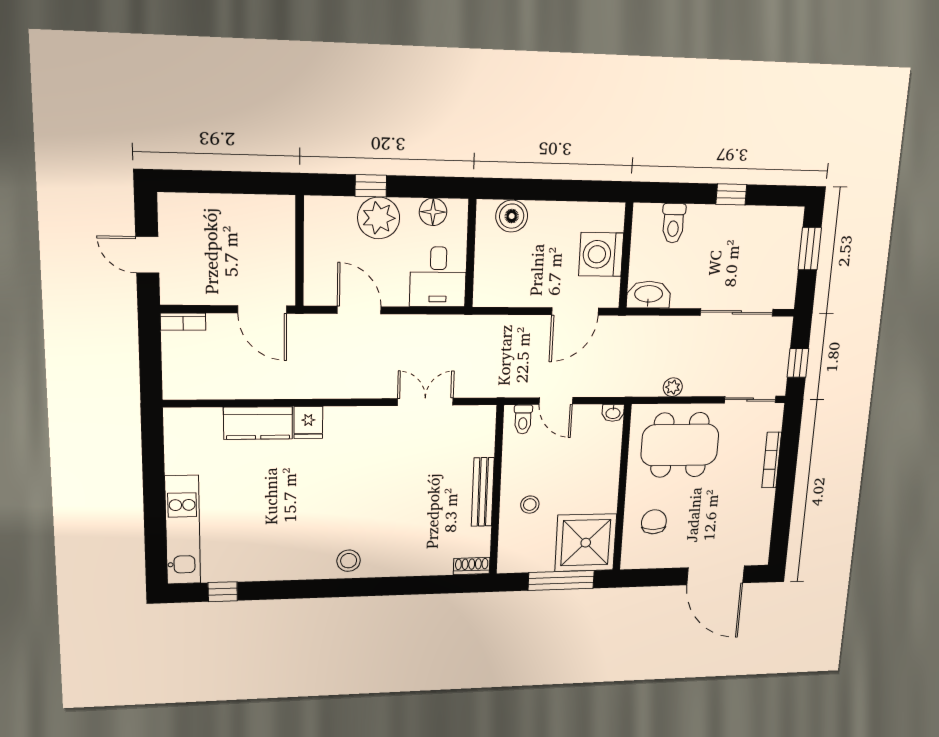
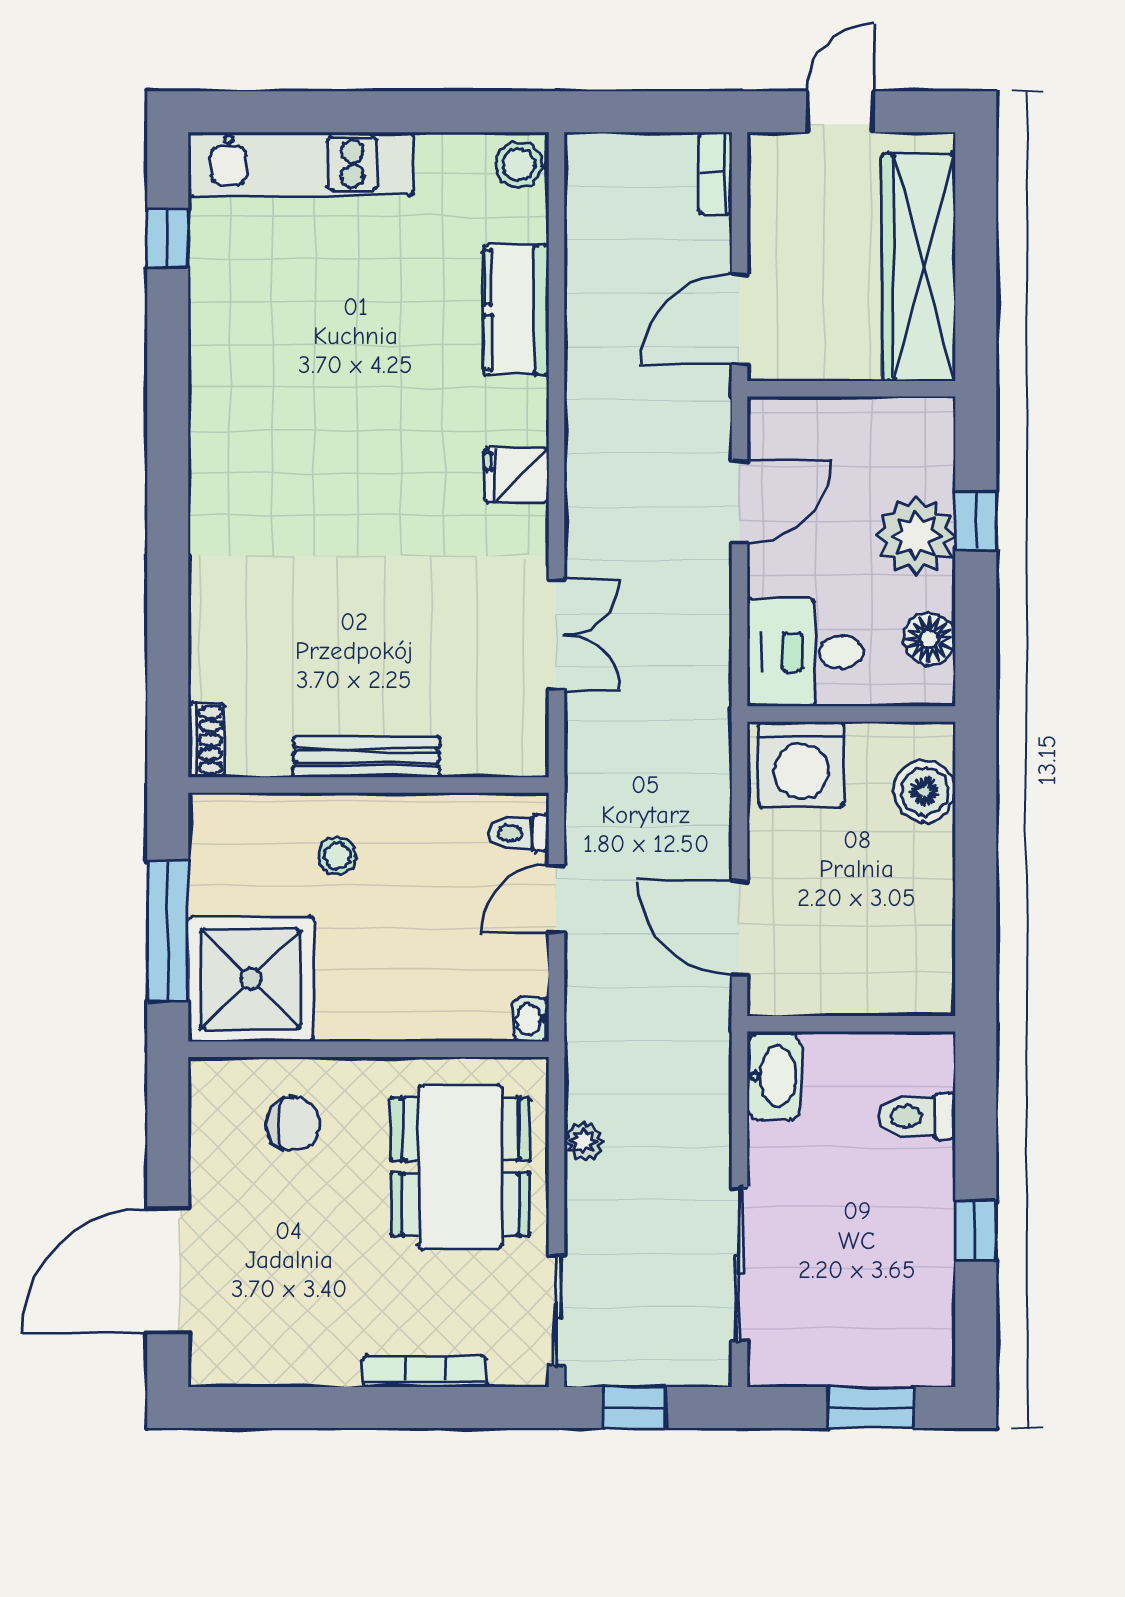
wardrobe: (233, 214) -> (919, 267), added
washing machine: (601, 254) -> (801, 764), moved, turned 180
fridge: (308, 423) -> (516, 476), moved
stool: (349, 561) -> (519, 164), moved

